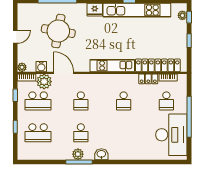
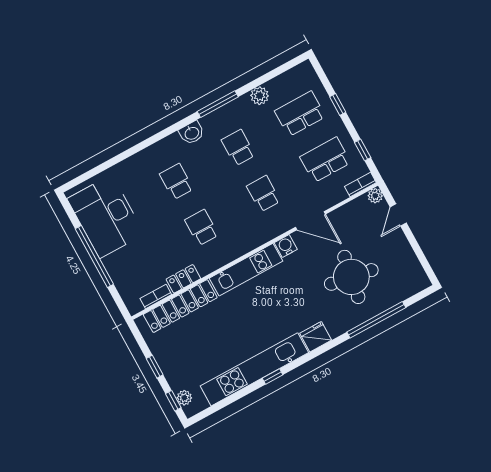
door: (15, 37) -> (398, 215), moved
water cooler: (41, 67) -> (286, 246), moved
plant: (44, 82) -> (332, 193), removed
school desk: (166, 101) -> (176, 182), moved
plant: (78, 154) -> (260, 96), moved

